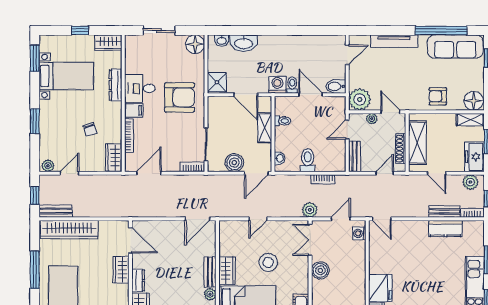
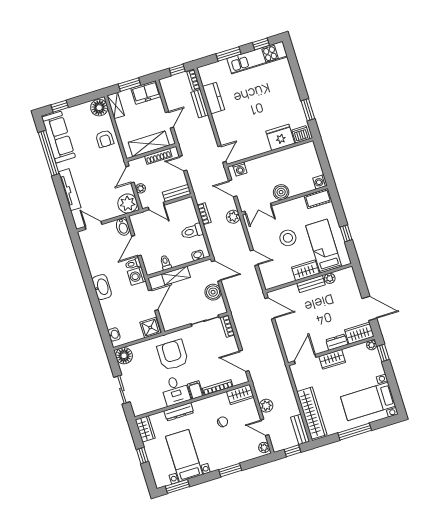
washbasin: (244, 43) -> (102, 287), moved
plant: (470, 182) -> (266, 406), moved

